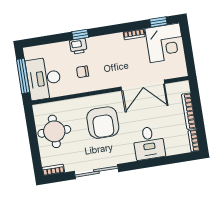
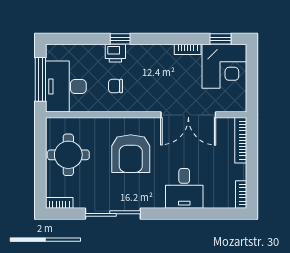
bookcase: (189, 111) -> (241, 140), moved

